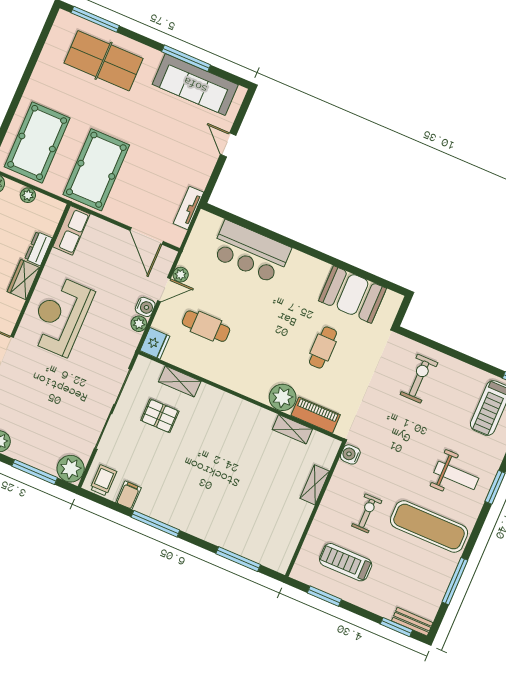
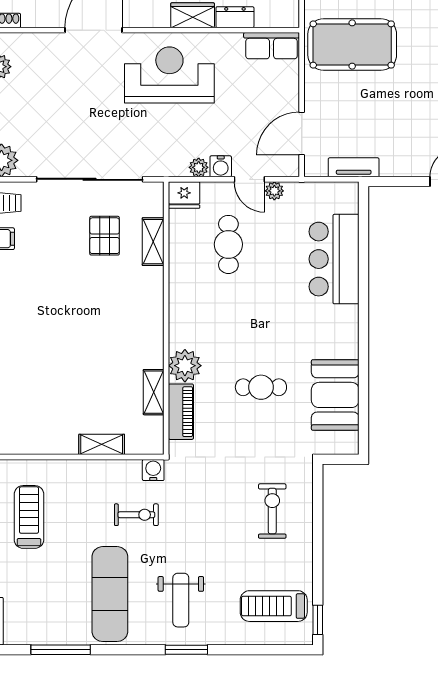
exercise bike: (419, 379) -> (272, 511), turned -90
exercise bike: (367, 513) -> (136, 515), moved

